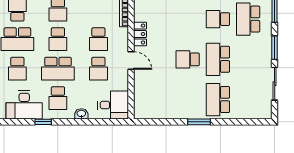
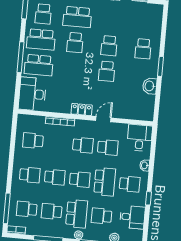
school desk: (218, 59) -> (109, 46), width x0.54
school desk: (17, 69) -> (102, 216), turned 180
school desk: (218, 100) -> (143, 49), width x0.54
desk: (24, 105) -> (132, 217), width x0.73
washbasin: (175, 111) -> (150, 86), added

